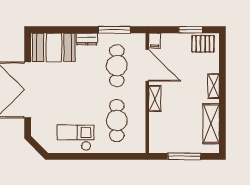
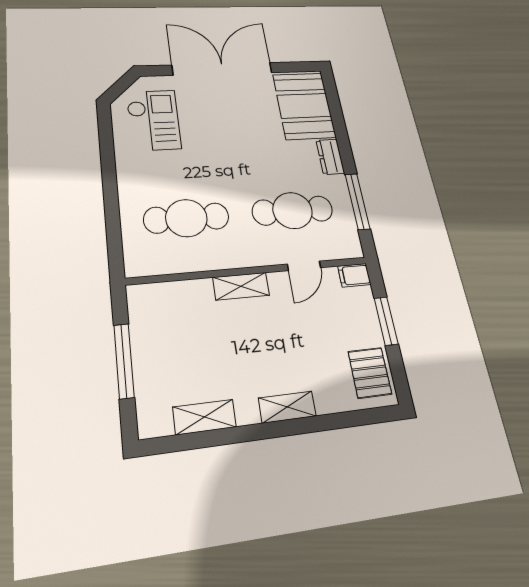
window: (191, 30) -> (386, 321), moved
door: (147, 65) -> (304, 266), width x0.53
shelving: (211, 124) -> (204, 417), width x0.67, depth x0.75
checkout: (75, 138) -> (154, 120), moved

